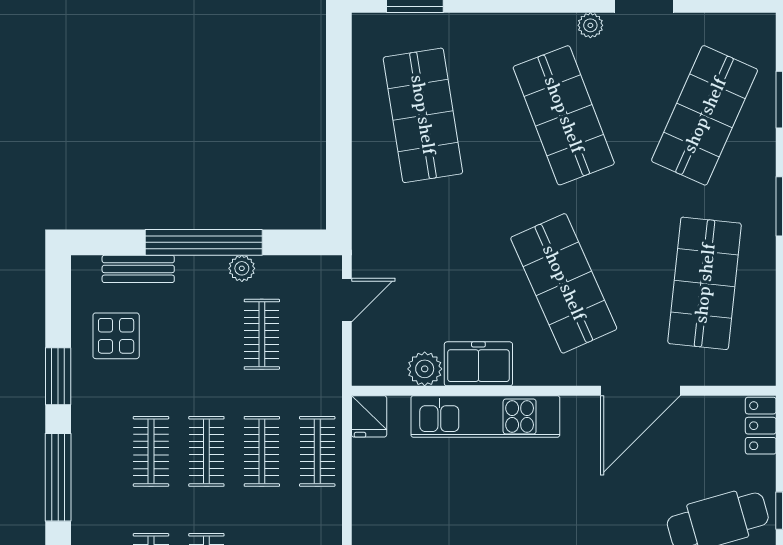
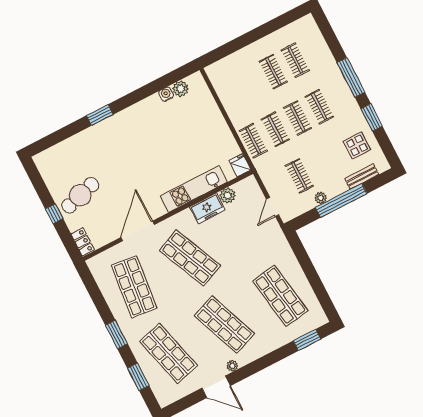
shop shelf: (705, 115) -> (168, 353), turned -39

